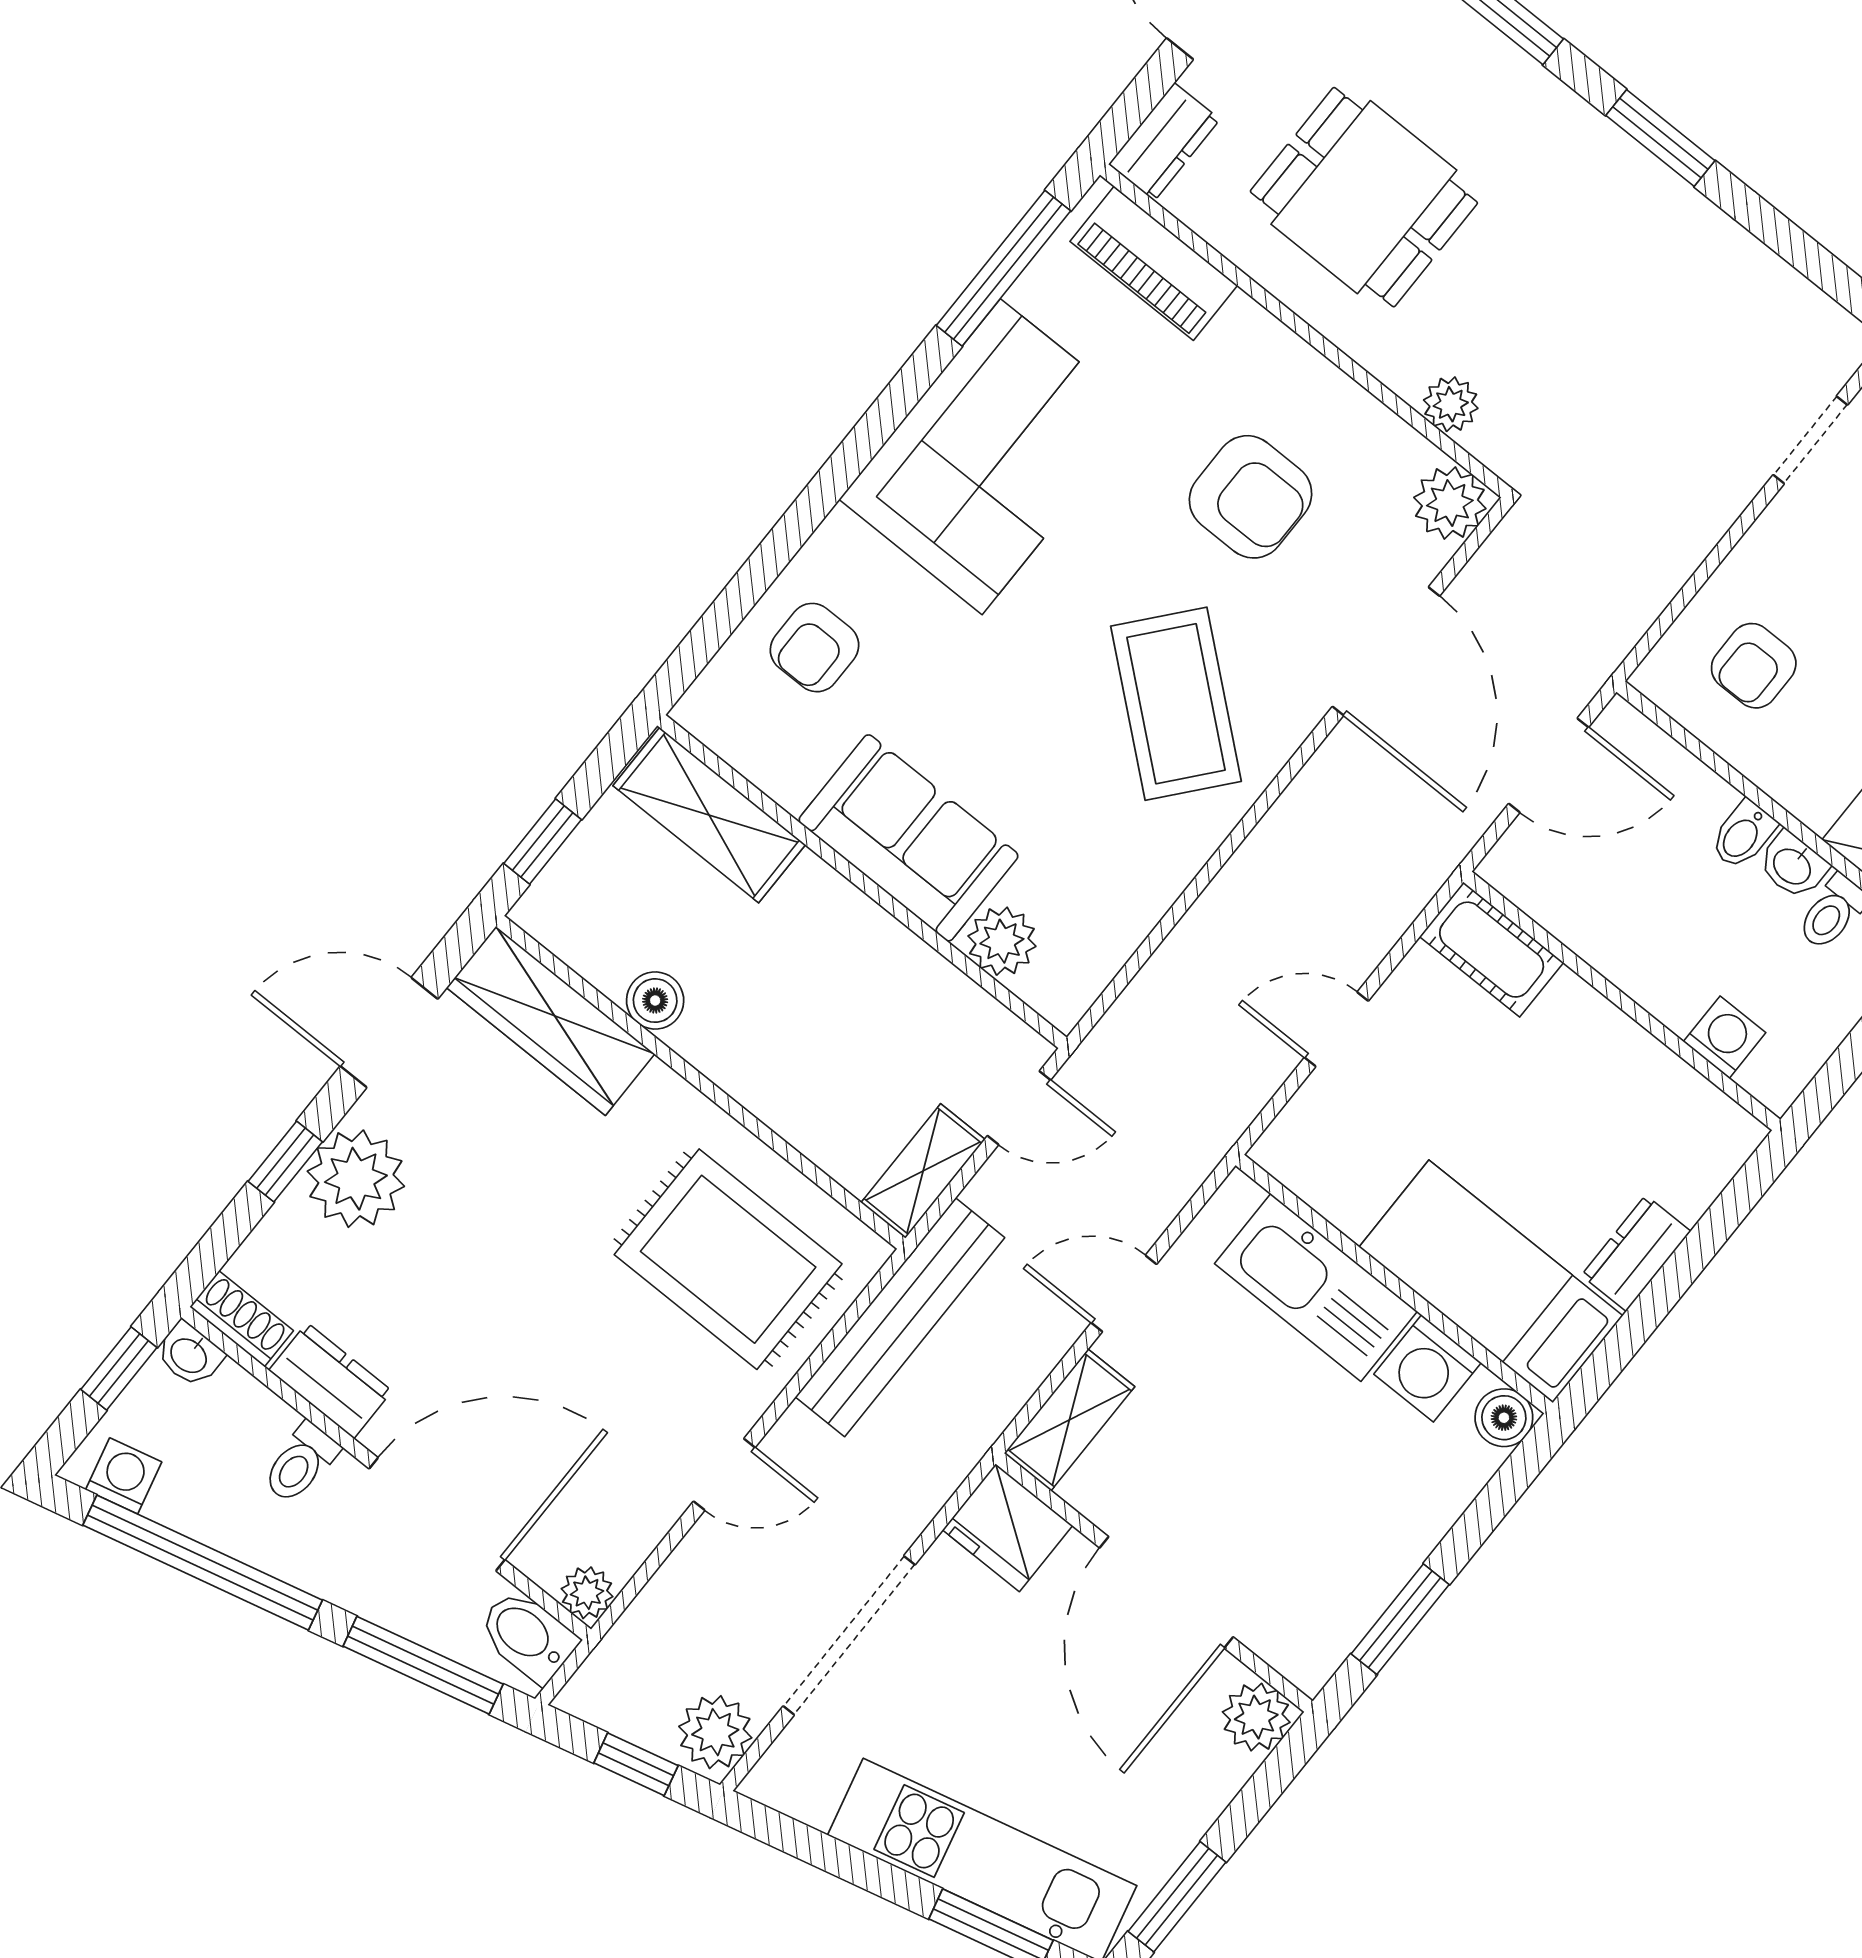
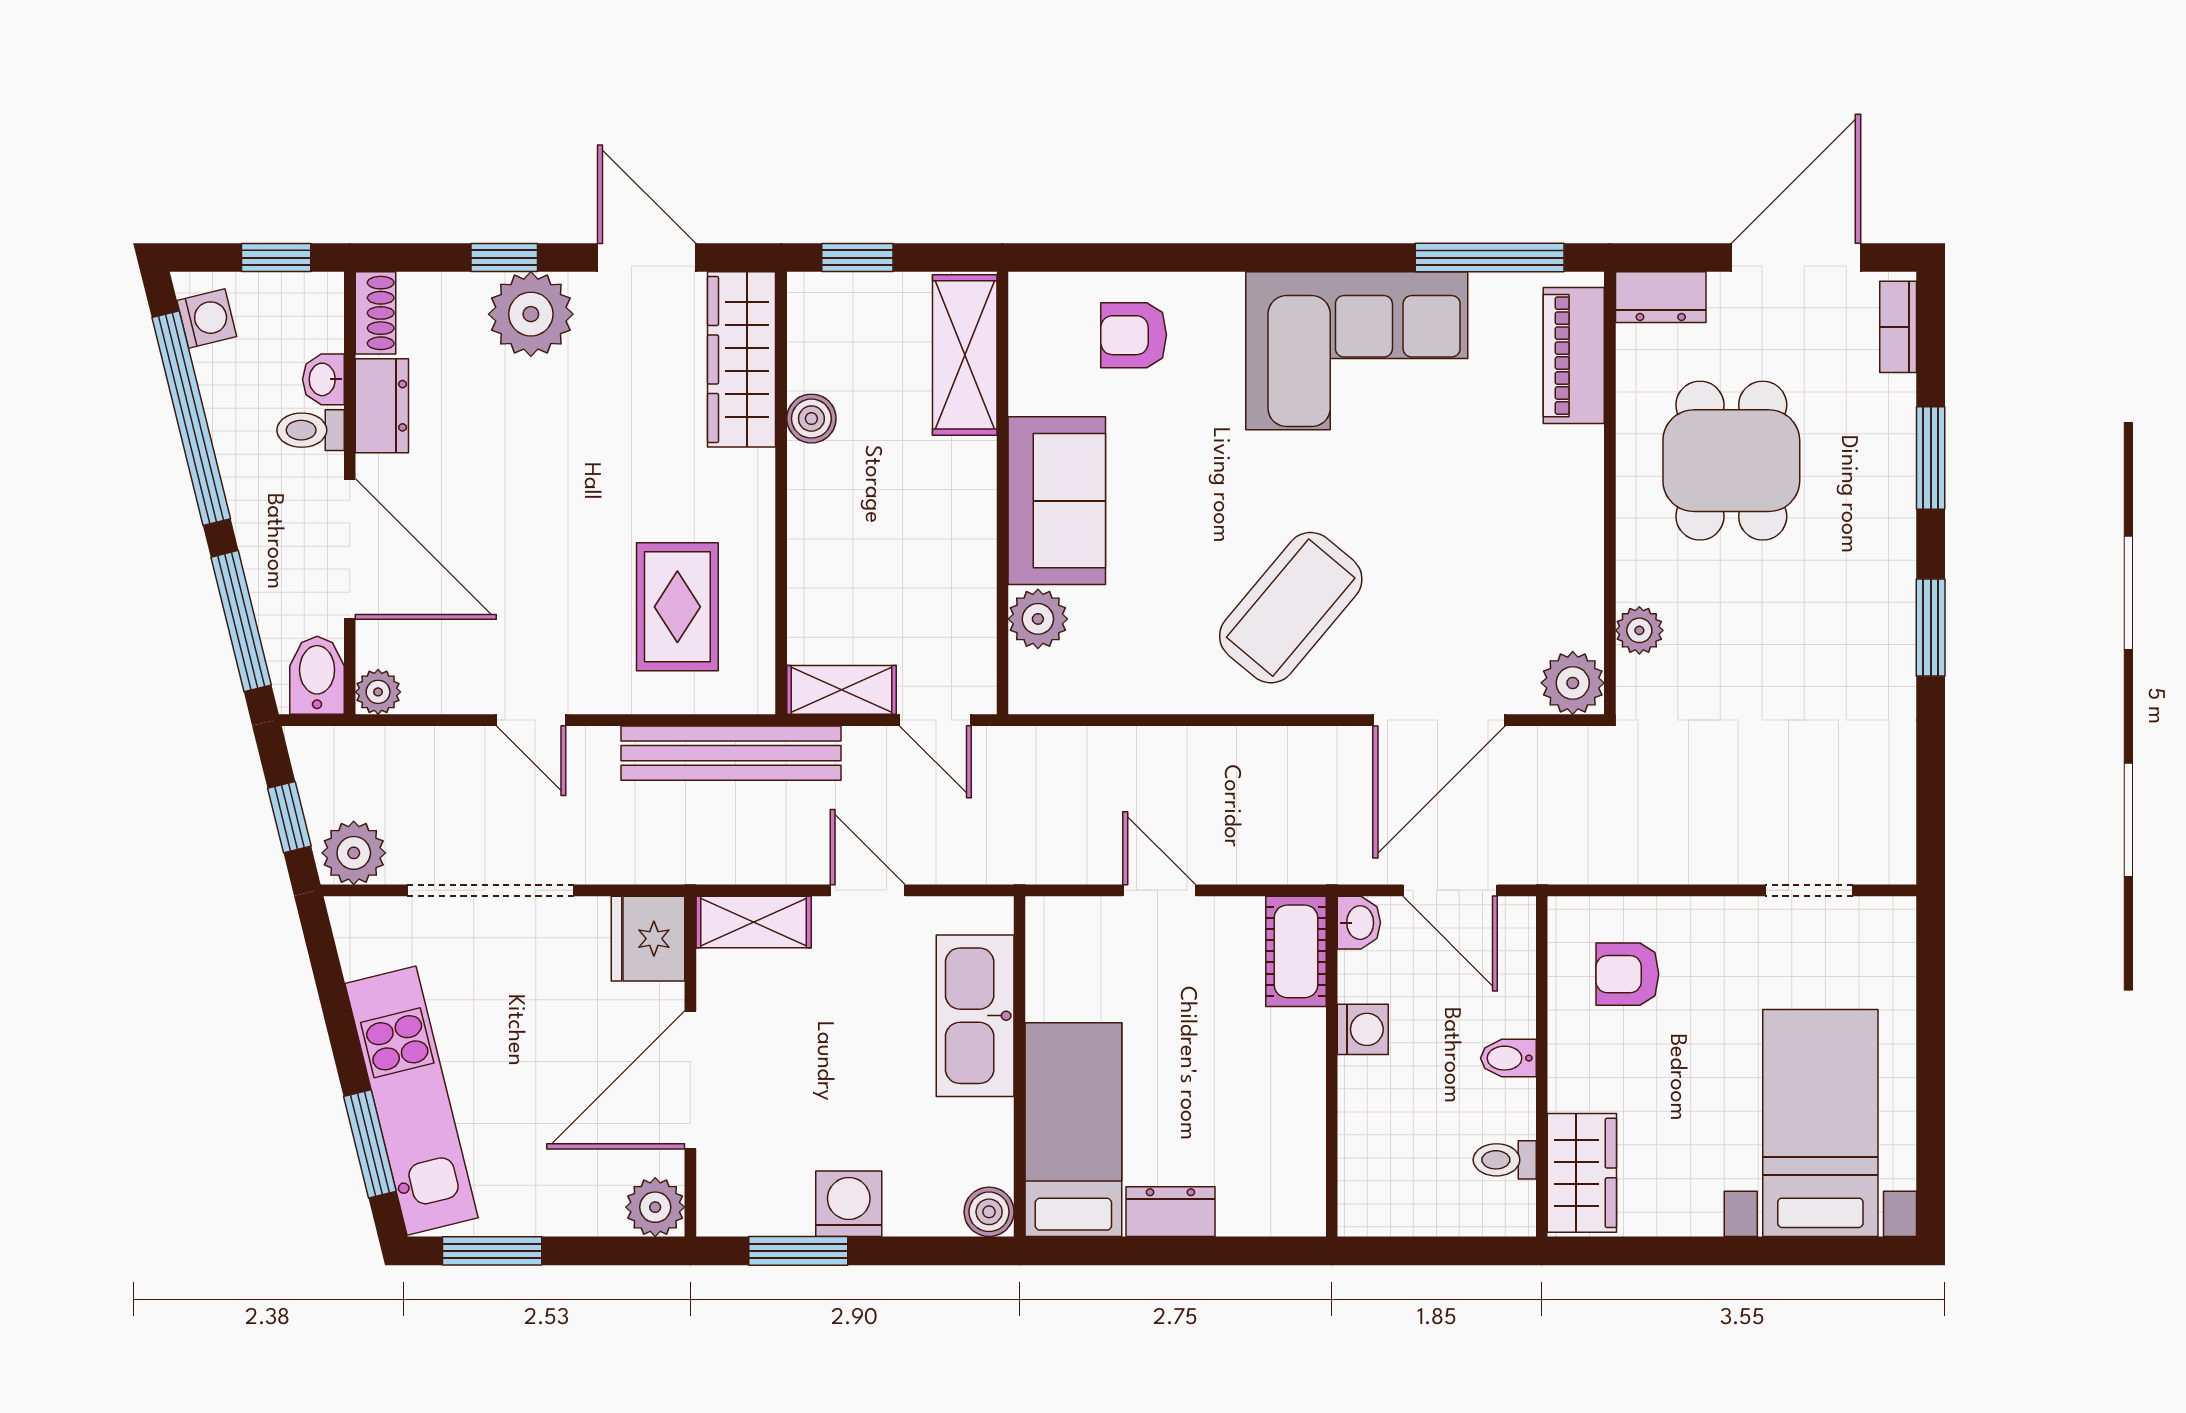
armchair: (1251, 497) -> (1469, 546), removed
washbasin: (1793, 865) -> (1359, 923), moved, turned 180
washing machine: (1725, 1037) -> (1363, 1029), moved
rug: (728, 1259) -> (677, 607), width x0.73, depth x0.70
washbasin: (189, 1355) -> (323, 379), moved
washing machine: (1427, 1368) -> (849, 1204), moved, turned 90

